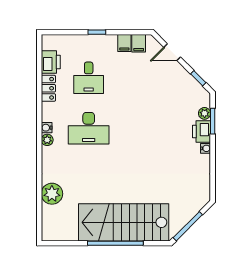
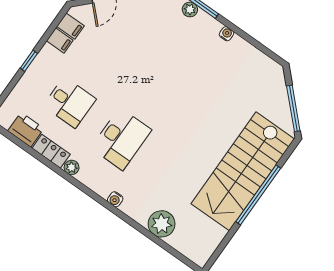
water cooler: (47, 128) -> (115, 199), moved
printer: (202, 131) -> (206, 26), removed
plant: (47, 140) -> (72, 167), moved

